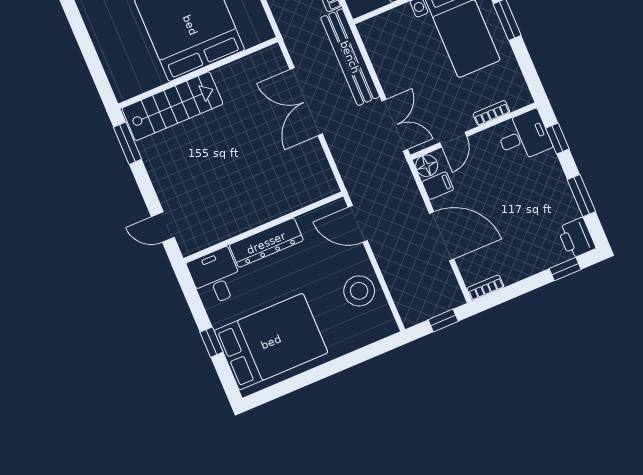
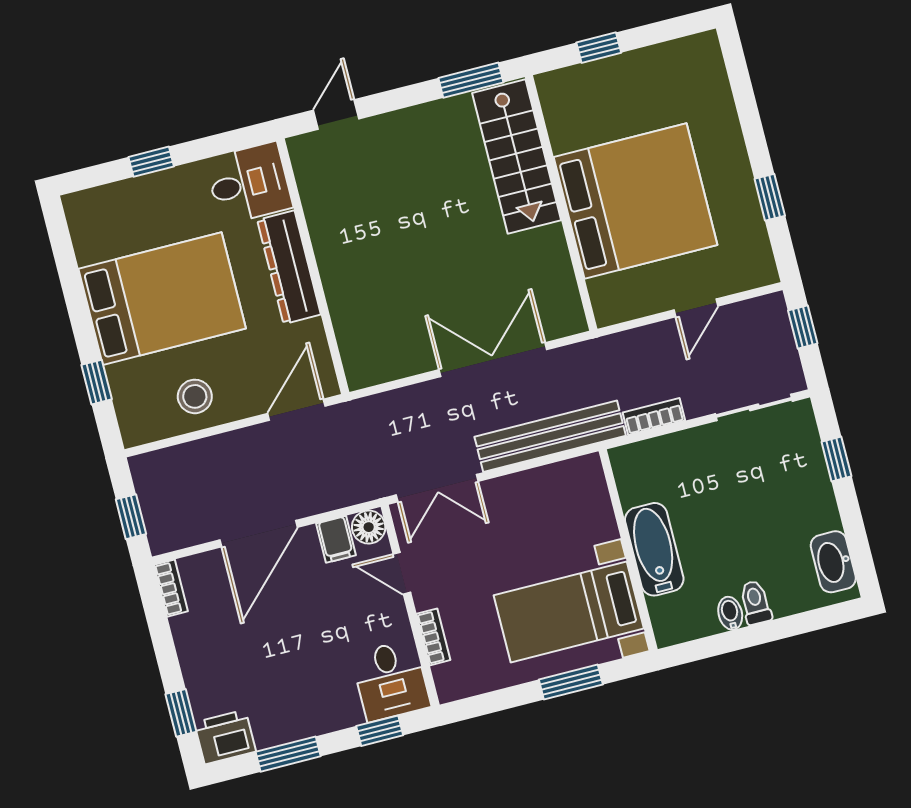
window: (94, 64) -> (599, 48), added
stool: (359, 291) -> (195, 396), width x0.73, depth x0.73
bed: (271, 342) -> (162, 299), moved, turned -90
window: (359, 356) -> (97, 382), added

